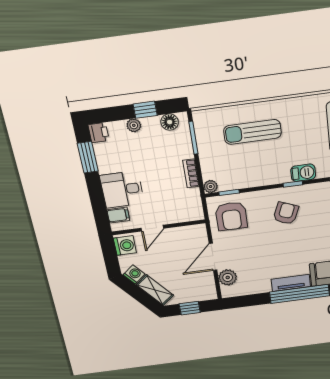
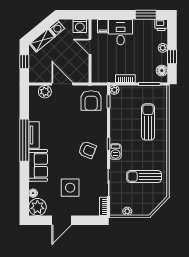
armchair: (286, 213) -> (87, 150), moved
armchair: (231, 216) -> (91, 100), turned -90

